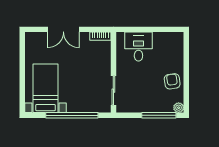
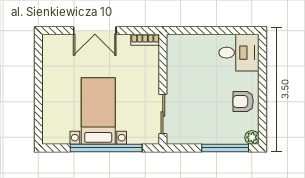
desk: (138, 47) -> (239, 53), moved, turned 90
armchair: (172, 81) -> (243, 101), turned -82
bed with nightstands: (45, 88) -> (98, 111), moved

